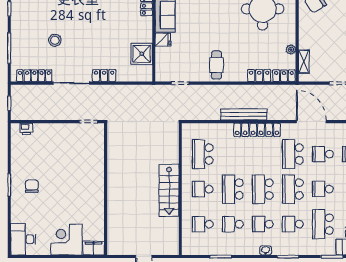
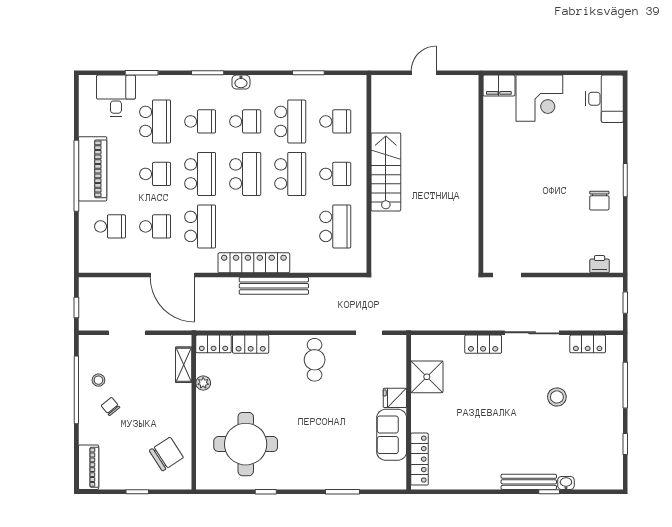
locker: (34, 76) -> (588, 344), width x0.66
chair: (32, 186) -> (599, 201), moved
school desk: (233, 224) -> (290, 121), width x1.85

